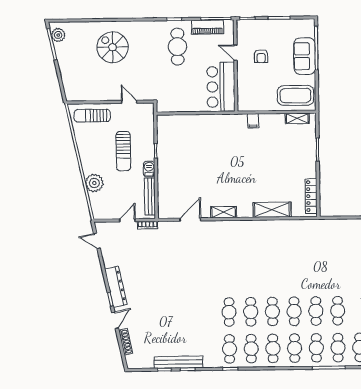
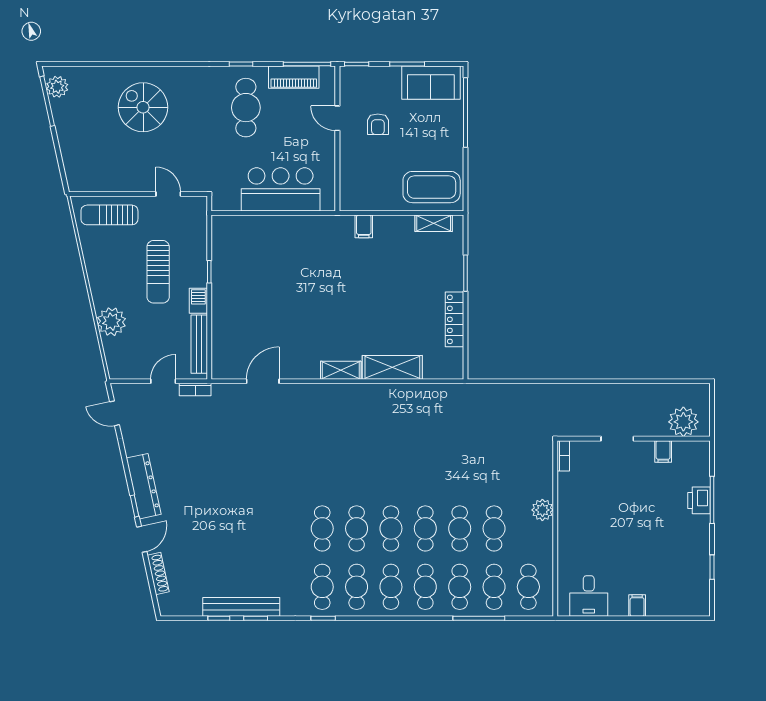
sofa: (305, 56) -> (431, 83), moved, turned -90
bar counter: (221, 87) -> (281, 189), moved, turned 90
locker: (311, 196) -> (454, 319), moved
shelving: (224, 212) -> (341, 370), moved

